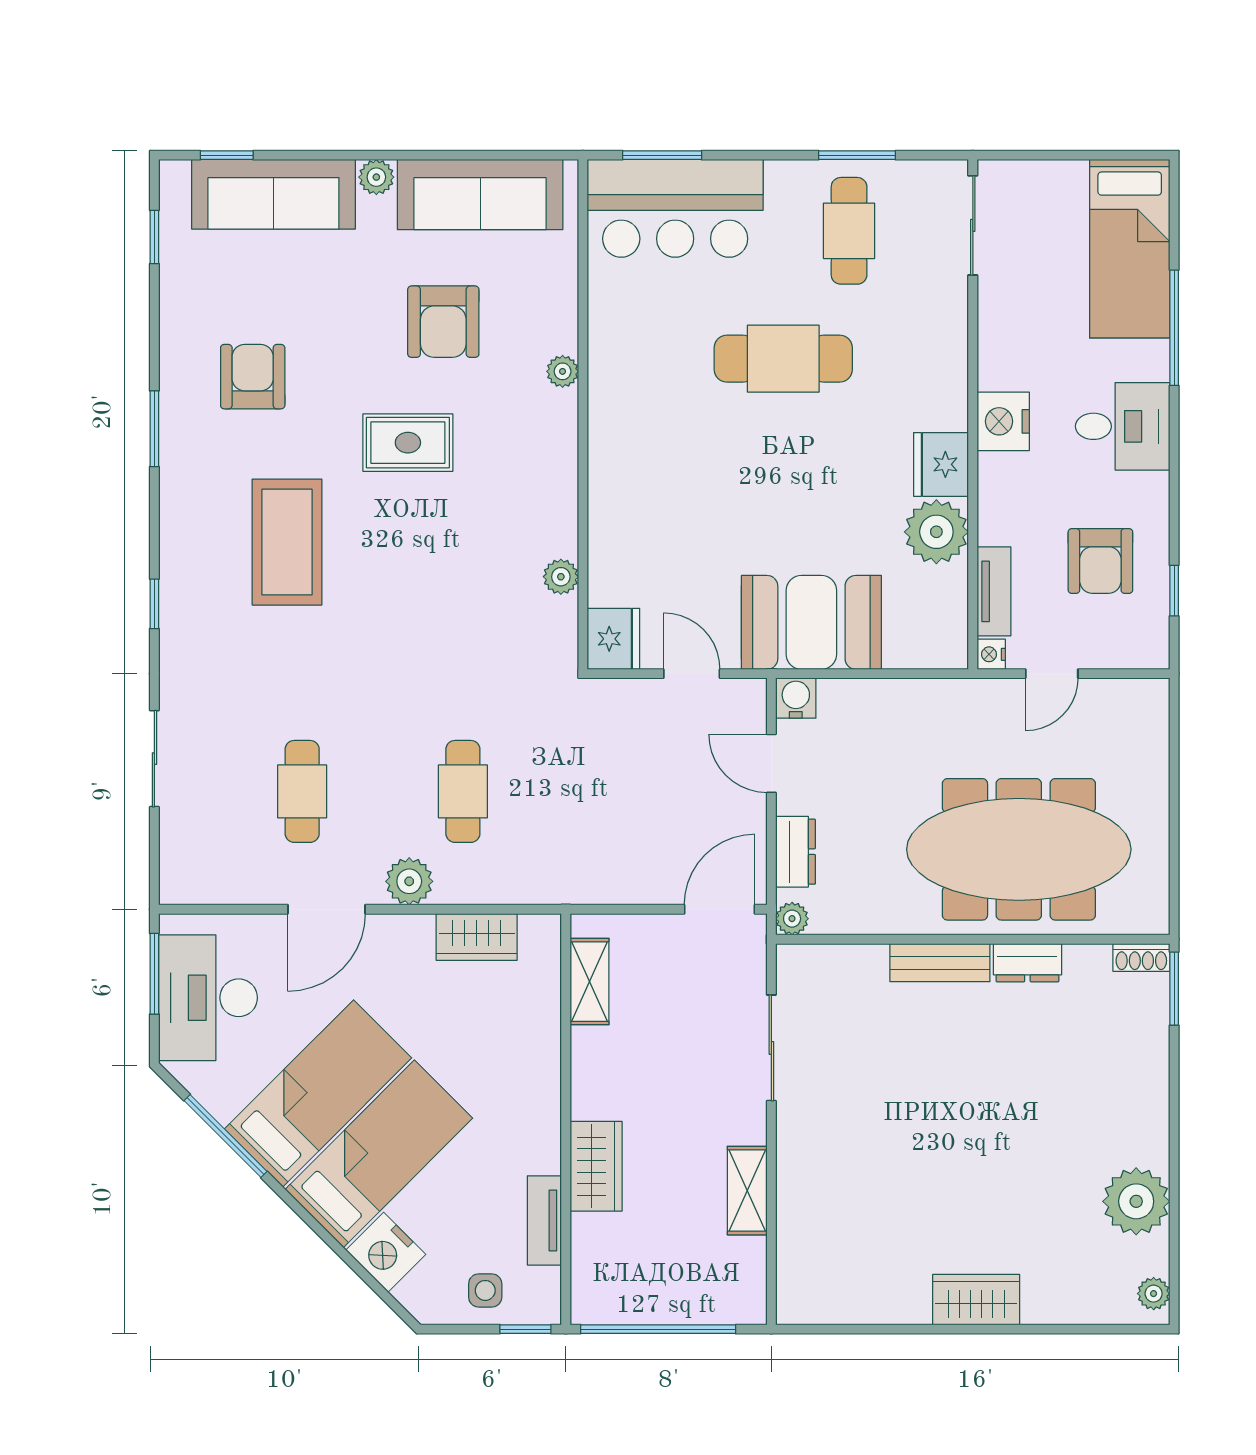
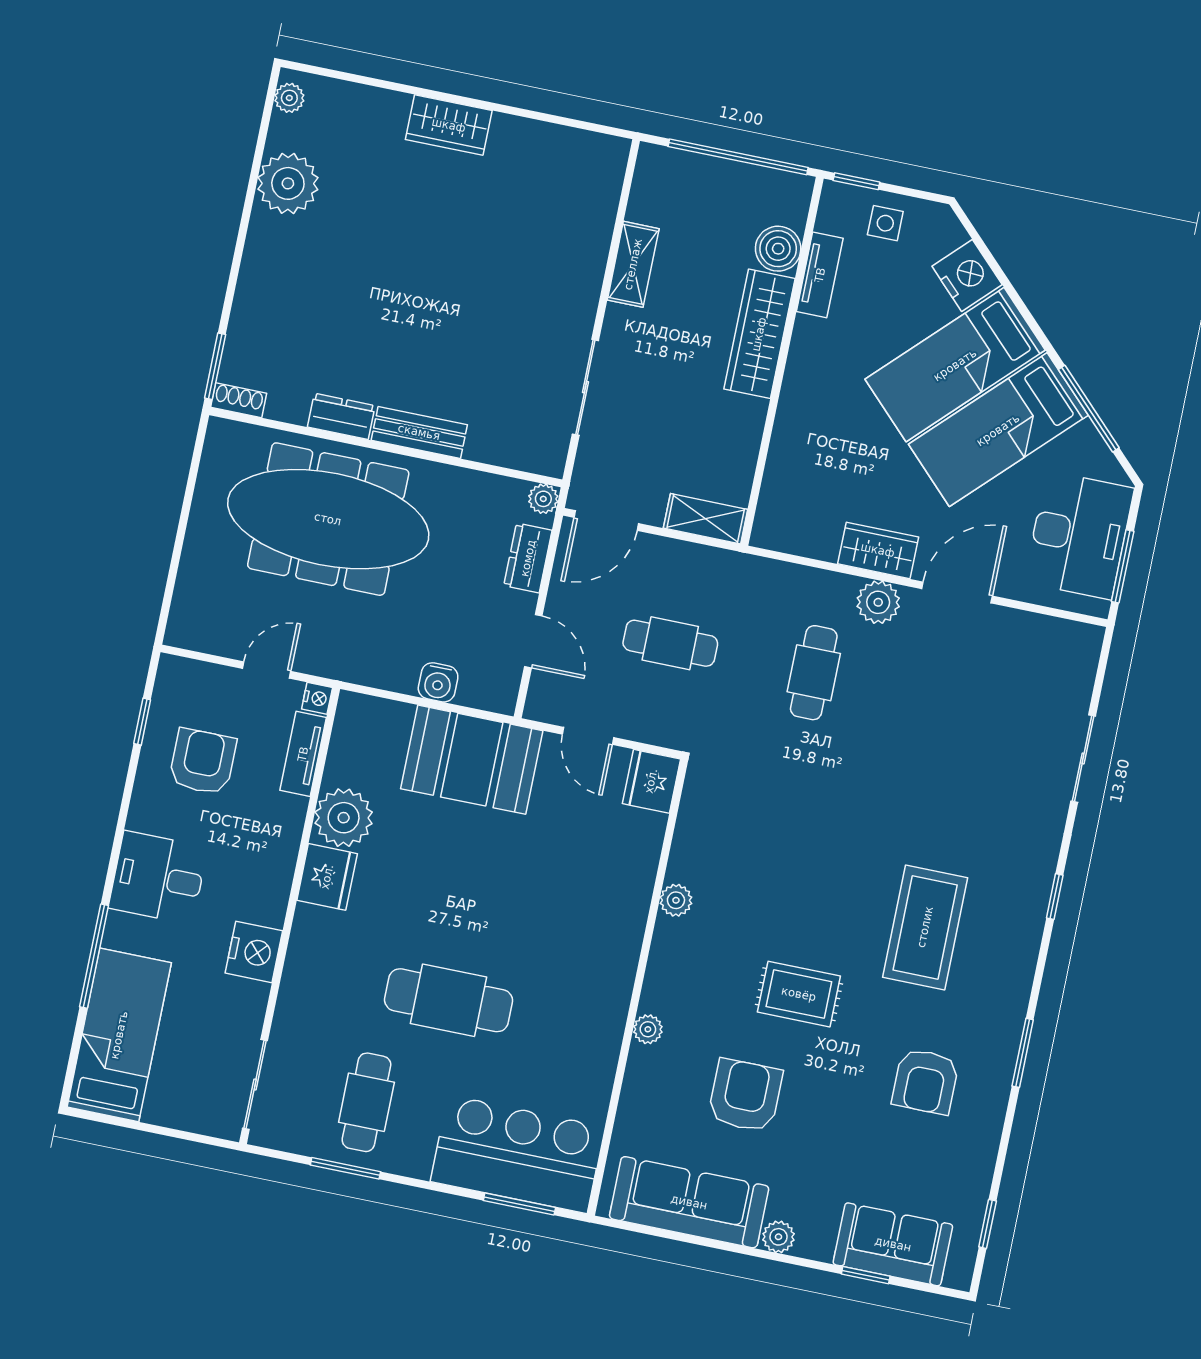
window: (227, 155) -> (866, 1275), moved
sofa: (273, 194) -> (893, 1244), width x0.73
nightstand: (1003, 421) -> (254, 952), moved
plant: (561, 577) -> (676, 900), moved
water cooler: (796, 698) -> (438, 682), moved
cafe table: (302, 791) -> (670, 643), moved, turned 90
wardrobe: (477, 937) -> (878, 550), moved
shelving: (589, 982) -> (706, 519), moved, turned 90
wardrobe: (596, 1166) -> (759, 334), width x1.50
boiler: (595, 1239) -> (778, 249), added

